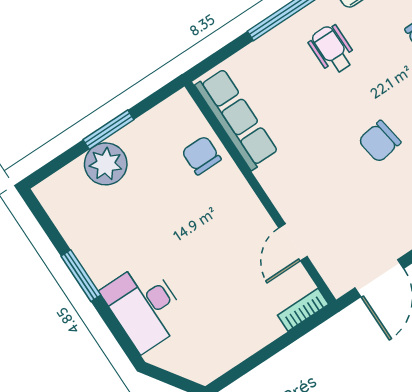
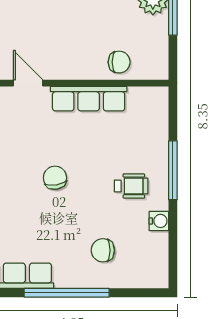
row of seats: (237, 119) -> (89, 99), moved

